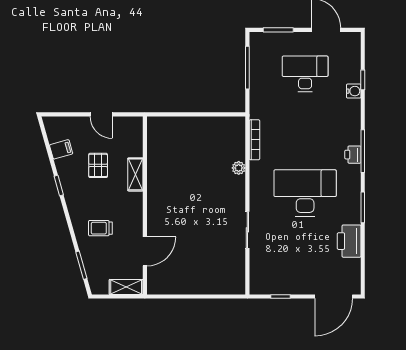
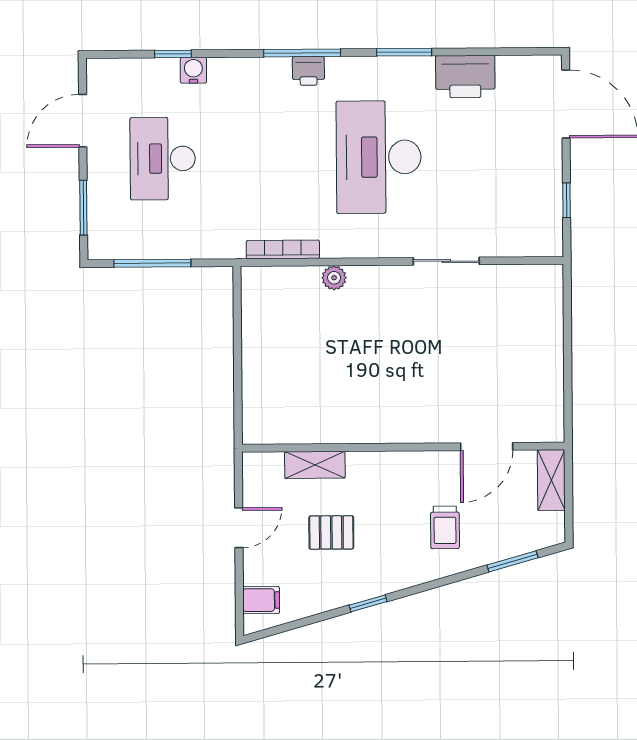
filing cabinet: (61, 149) -> (261, 600), moved, turned 106
shelving: (135, 174) -> (315, 465), moved
door: (145, 251) -> (487, 447), swing flipped

